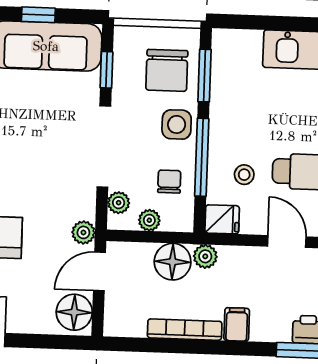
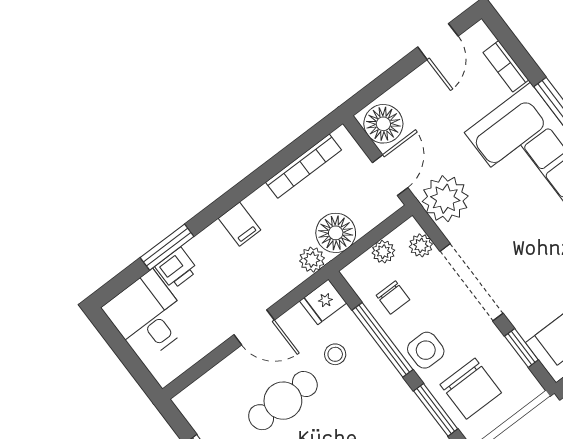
chair: (167, 70) -> (471, 389), turned 180
plant: (83, 232) -> (445, 199), width x1.88, depth x1.88
bookcase: (185, 330) -> (303, 166), moved

